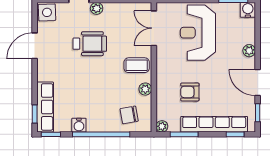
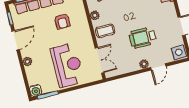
door: (258, 82) -> (16, 40), hinge flipped
armchair: (190, 92) -> (62, 21), turned 90

